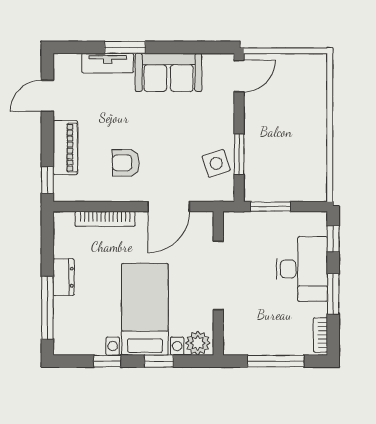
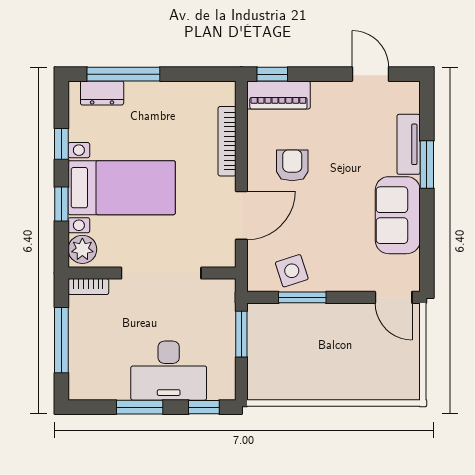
piano: (65, 148) -> (278, 95), moved
door: (169, 207) -> (241, 215), swing flipped
dresser: (64, 277) -> (102, 93), moved
bookcase: (320, 335) -> (88, 287), moved, turned 180

